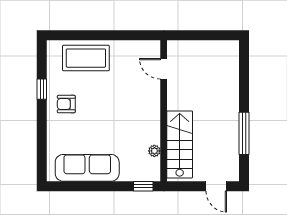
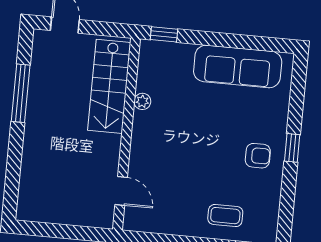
coffee table: (86, 58) -> (225, 216), width x0.54, depth x0.58
window: (42, 89) -> (292, 148), moved
plant: (154, 151) -> (142, 101), moved

